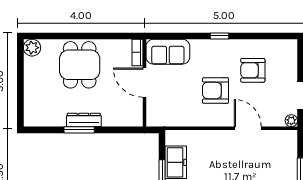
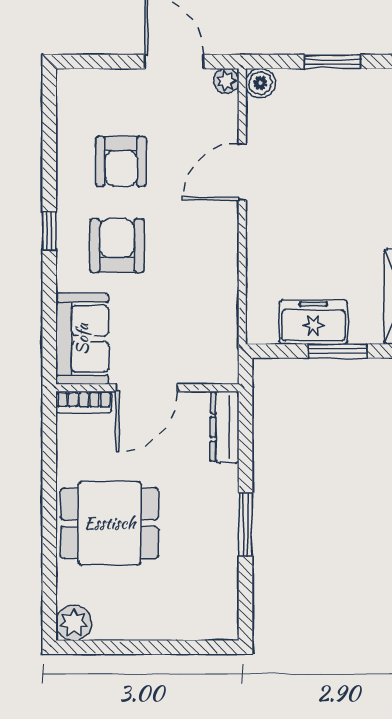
armchair: (216, 90) -> (117, 246), moved, turned 180
dresser: (84, 120) -> (225, 427), moved
boiler: (290, 137) -> (260, 83), added

